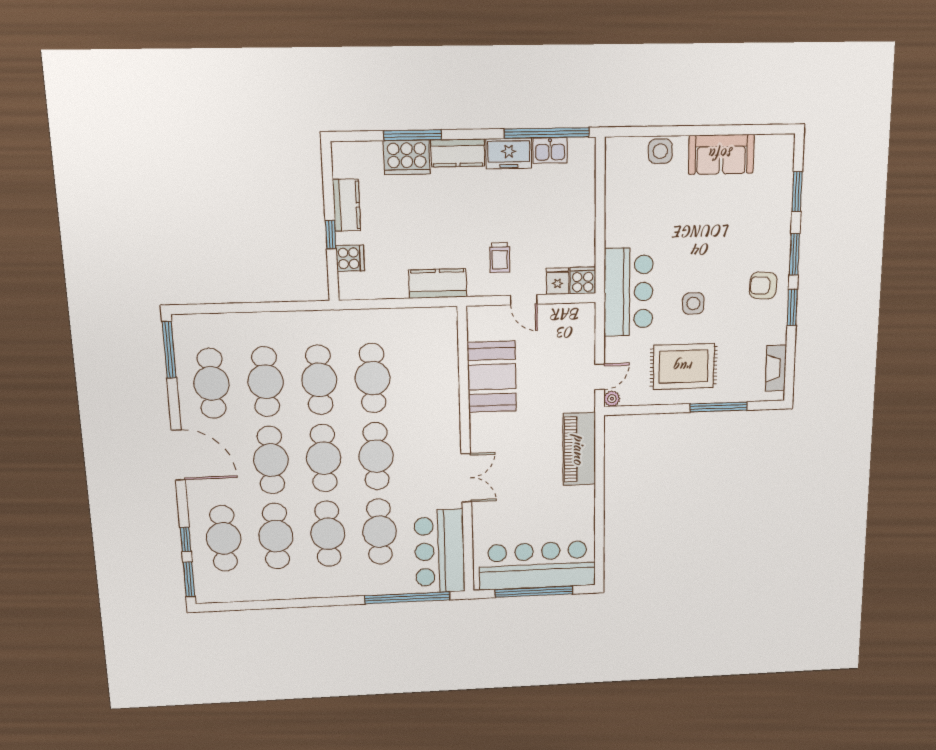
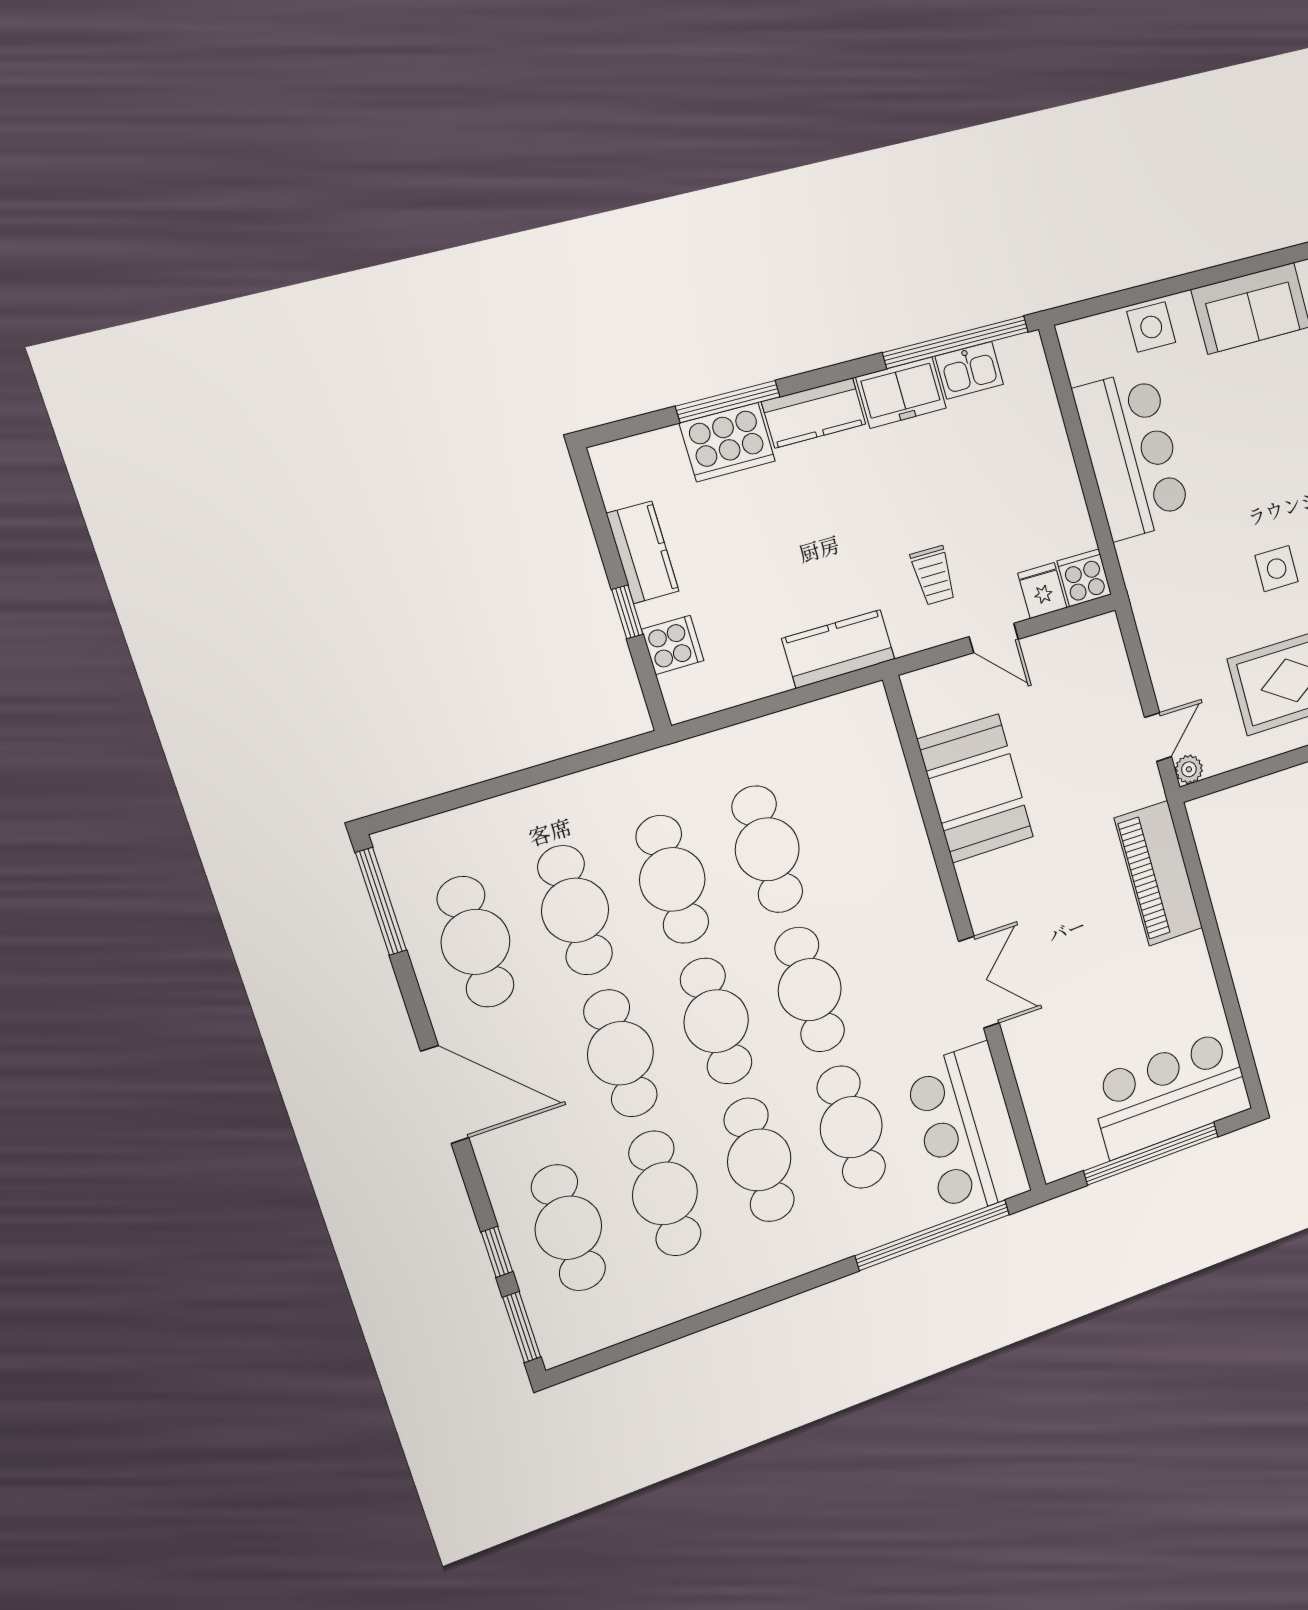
bar counter: (628, 292) -> (1132, 455), moved
bar counter: (538, 565) -> (1170, 1094), width x0.73

